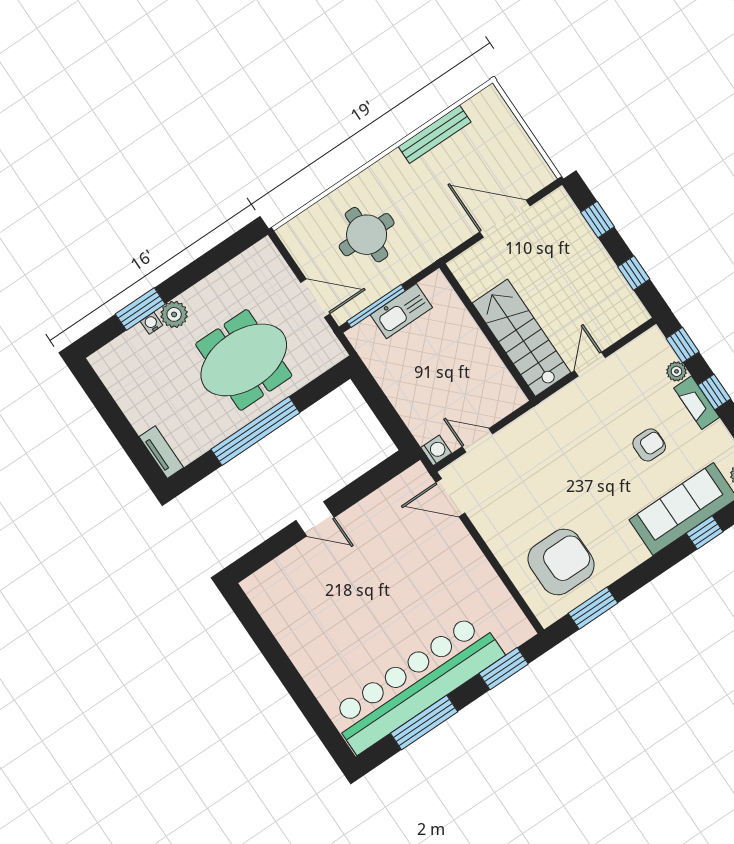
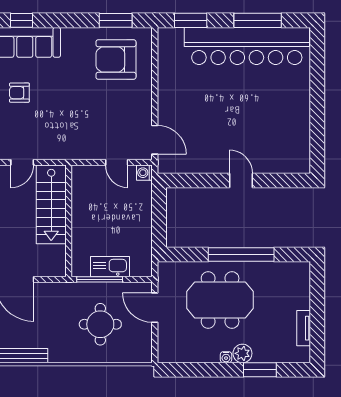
window: (376, 306) -> (100, 279), moved
water cooler: (152, 323) -> (226, 357), moved
tv unit: (161, 452) -> (304, 328), moved

